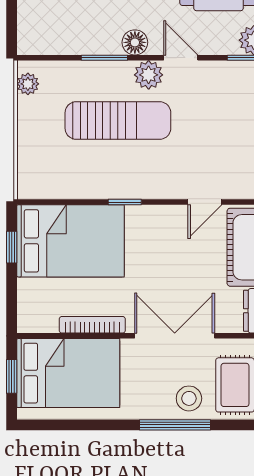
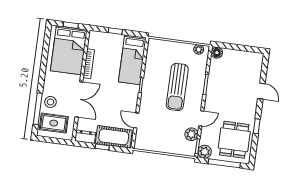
floor lamp: (135, 42) -> (217, 53), moved
plant: (149, 75) -> (191, 134), moved
bed: (71, 241) -> (132, 60), width x0.67
window: (12, 247) -> (115, 31), moved
window: (175, 425) -> (38, 109), moved

